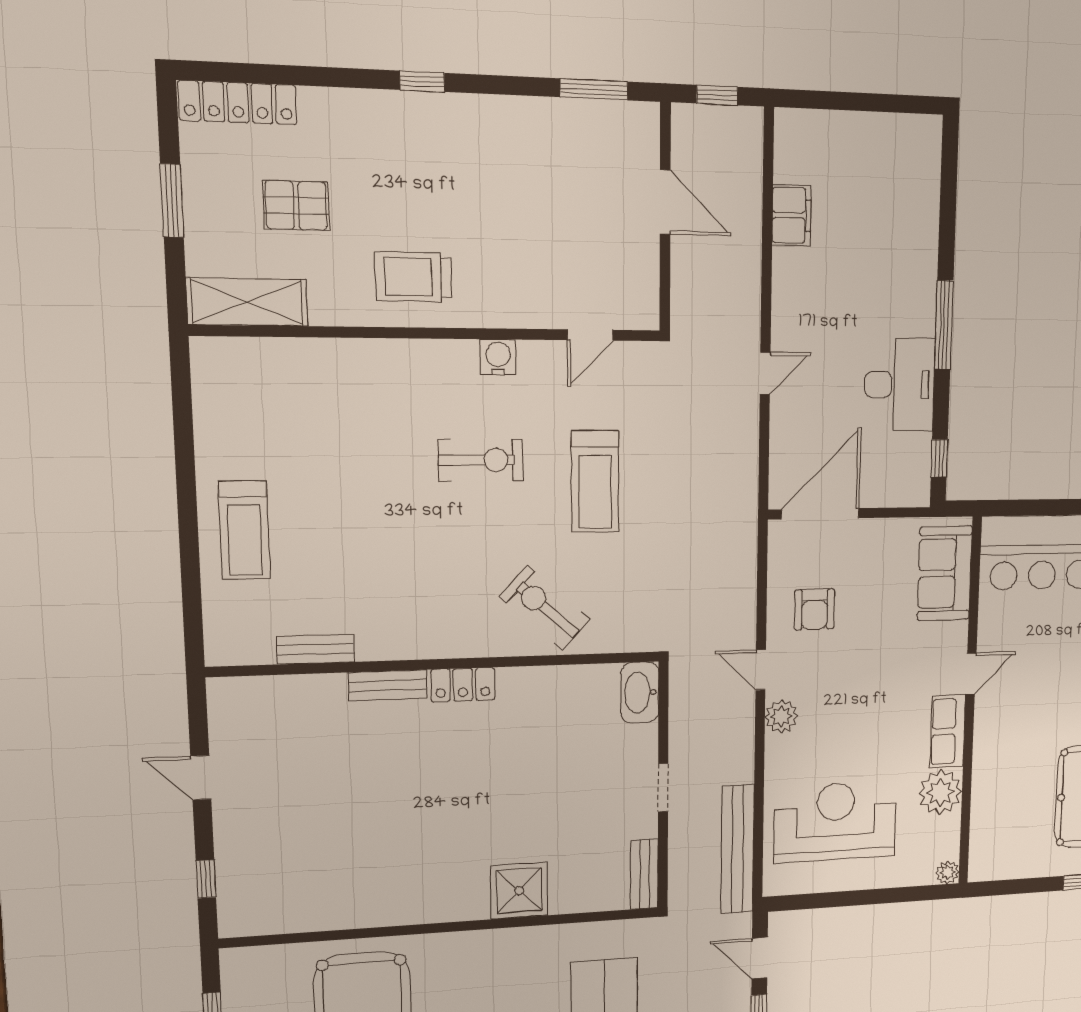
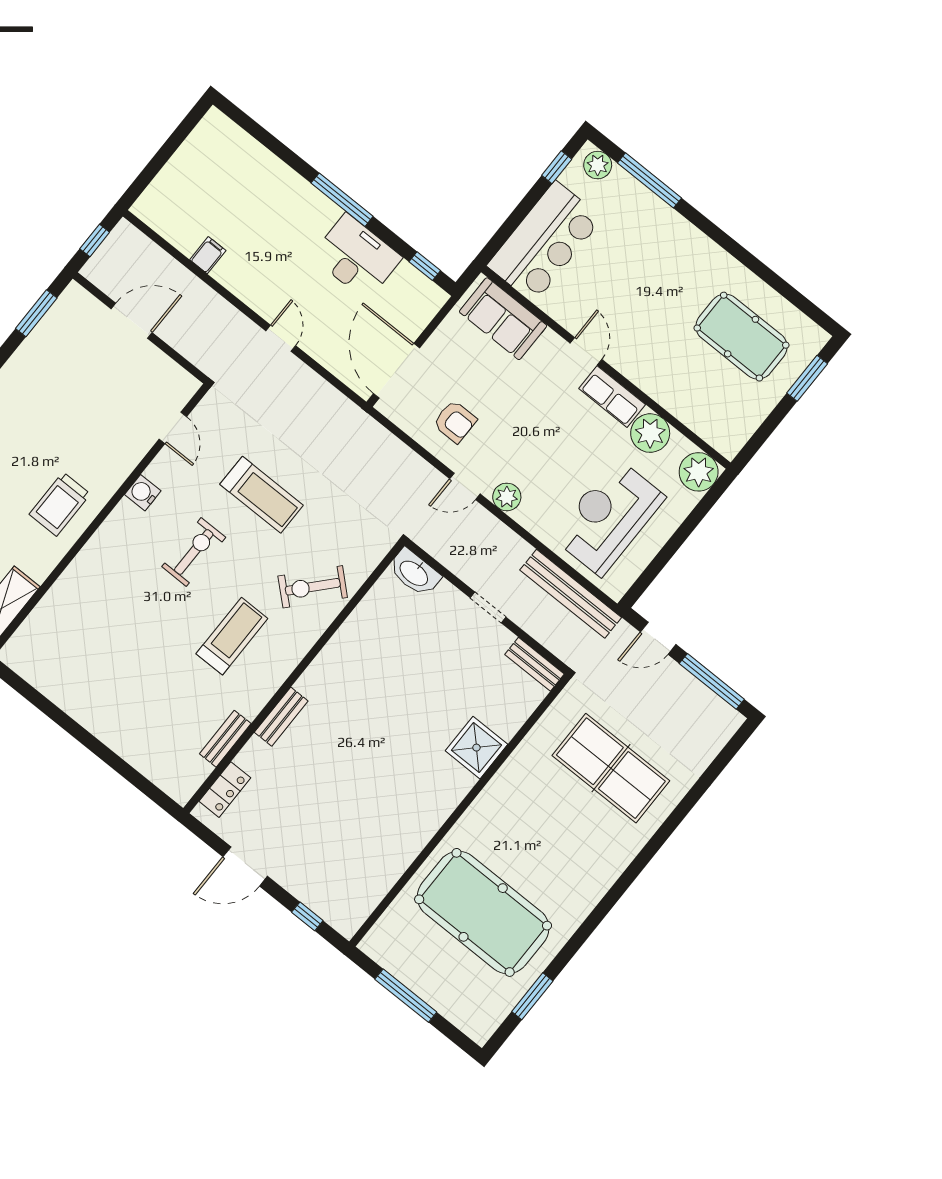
filing cabinet: (791, 215) -> (208, 255), width x0.50
treadmill: (244, 530) -> (232, 636), moved, turned -90
locker: (463, 685) -> (225, 790), moved
door: (201, 778) -> (245, 866), width x1.38
plant: (948, 872) -> (699, 472), width x1.88, depth x1.88

